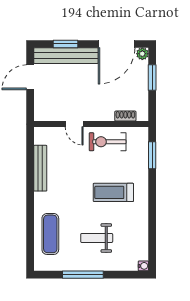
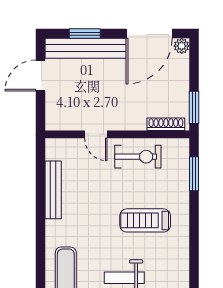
window: (152, 77) -> (194, 107), moved
shoe rack: (125, 116) -> (166, 124), width x1.43
exercise bike: (108, 142) -> (138, 157), turned 180

